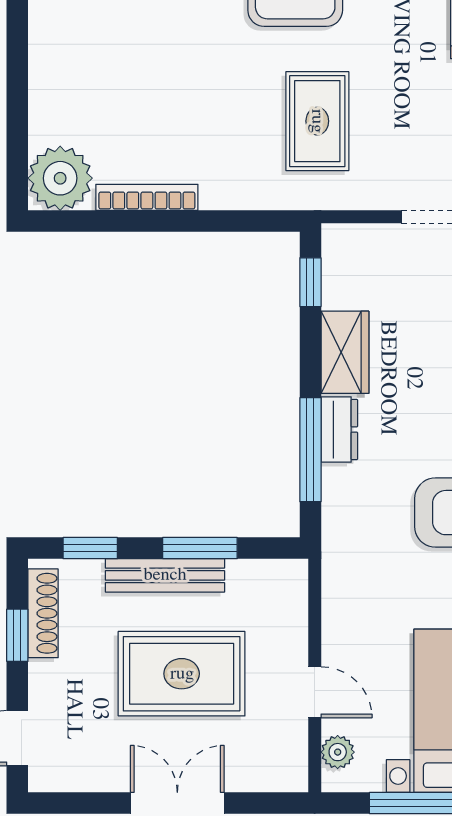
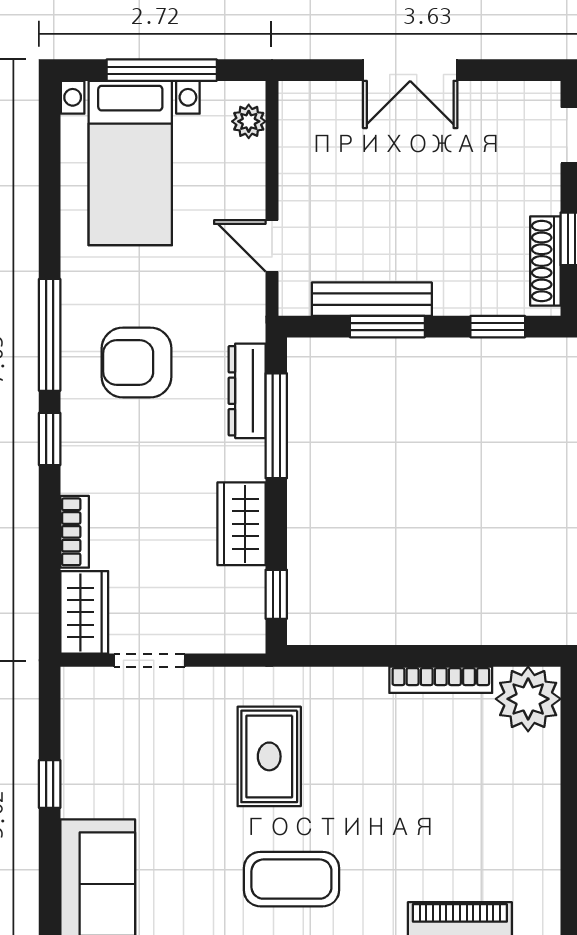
dresser: (339, 430) -> (247, 391), moved, width x1.44
bench: (165, 575) -> (372, 299), moved
rug: (182, 674) -> (406, 200), removed
door: (315, 692) -> (272, 246), moved

